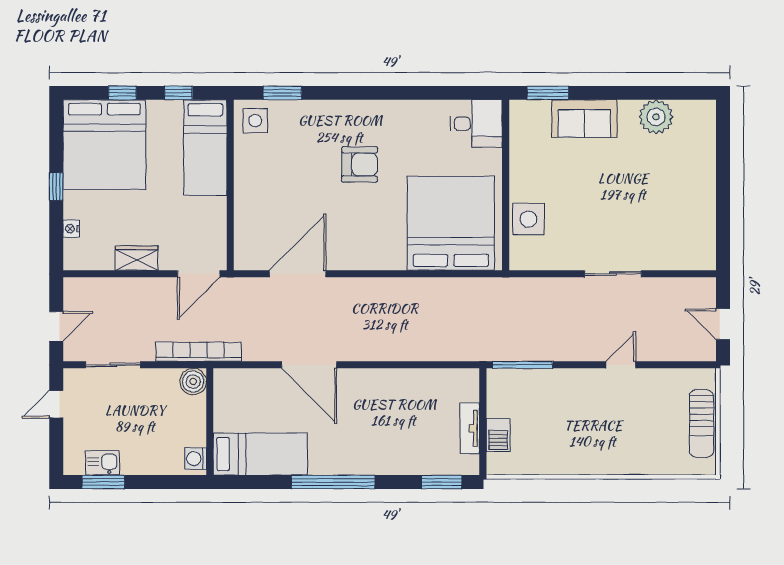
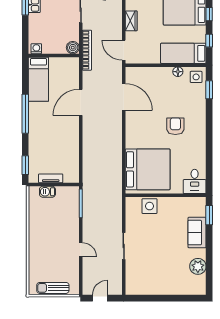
floor lamp: (244, 159) -> (178, 72), added
armchair: (360, 164) -> (175, 126), turned 180

